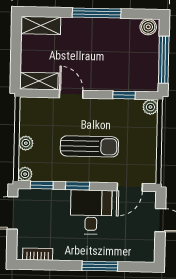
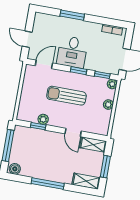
window: (16, 51) -> (105, 167), added
plant: (150, 107) -> (43, 119), moved

